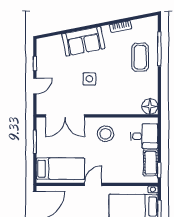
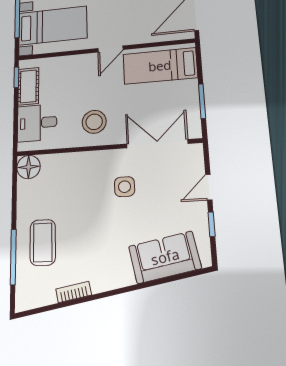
sofa: (83, 41) -> (165, 257), moved
side table: (89, 79) -> (125, 187), moved

